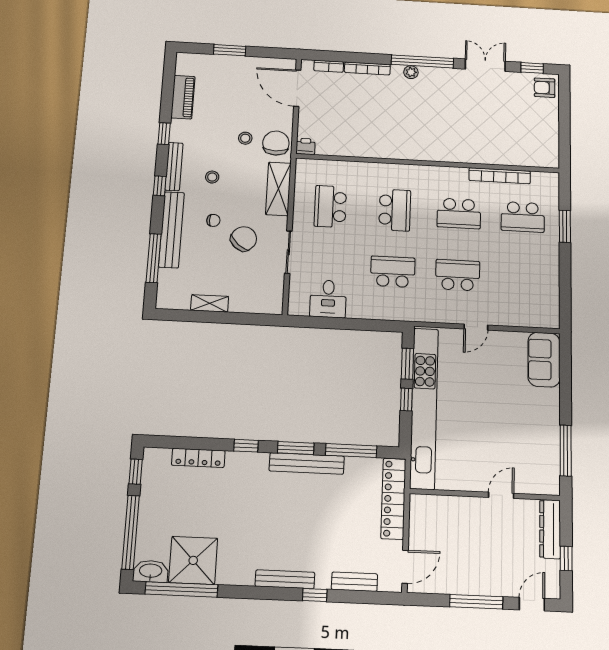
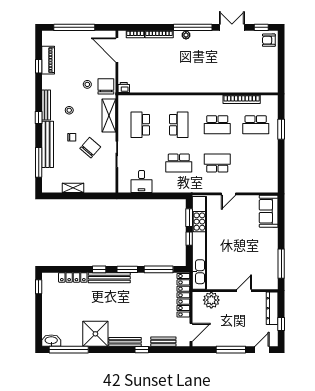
window: (230, 50) -> (74, 27), width x2.11
window: (164, 134) -> (39, 66), moved
school desk: (393, 272) -> (179, 163), turned 180
bench: (307, 463) -> (109, 278), moved
plant: (443, 510) -> (211, 300), added
window: (131, 532) -> (39, 320), removed
shower: (193, 560) -> (95, 334), moved

